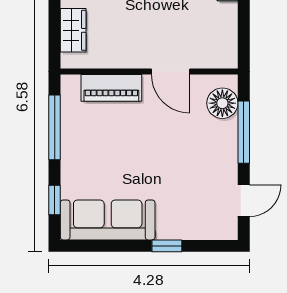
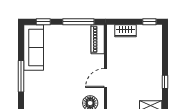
piano: (111, 88) -> (98, 39), moved
window: (167, 246) -> (21, 76), width x2.17

